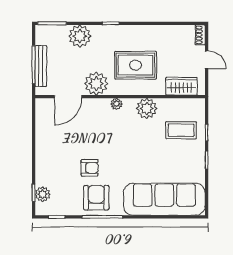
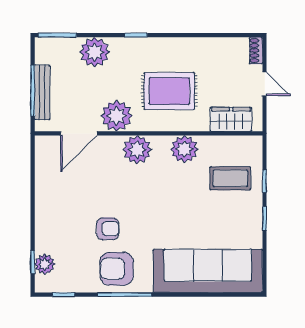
plant: (116, 104) -> (137, 150), width x1.88, depth x1.88
armchair: (96, 198) -> (117, 269), turned -90

